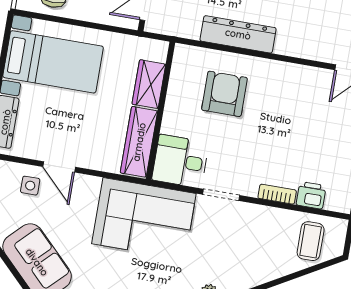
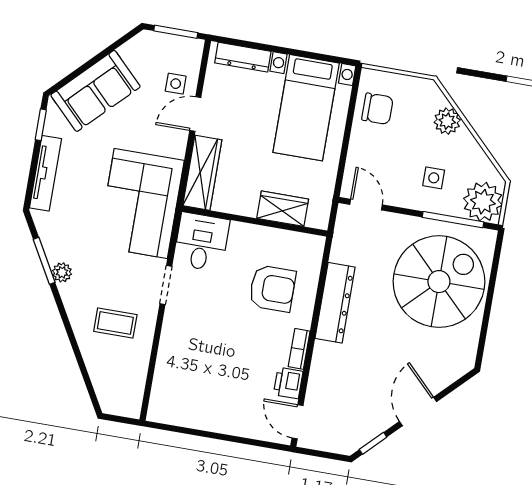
wardrobe: (139, 142) -> (202, 173), moved, turned 90
bookcase: (277, 194) -> (299, 349), moved, turned 180
printer: (311, 195) -> (288, 383), moved, turned 180
coffee table: (311, 241) -> (115, 323), moved

